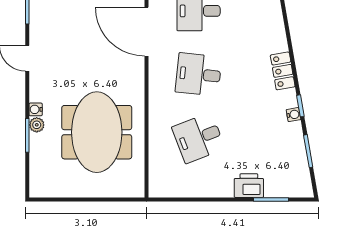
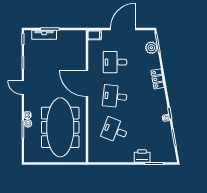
door: (146, 32) -> (87, 83), moved
locker: (283, 71) -> (158, 79), moved
meeting table: (97, 132) -> (60, 127), width x1.36
desk: (199, 138) -> (115, 130), turned 42

